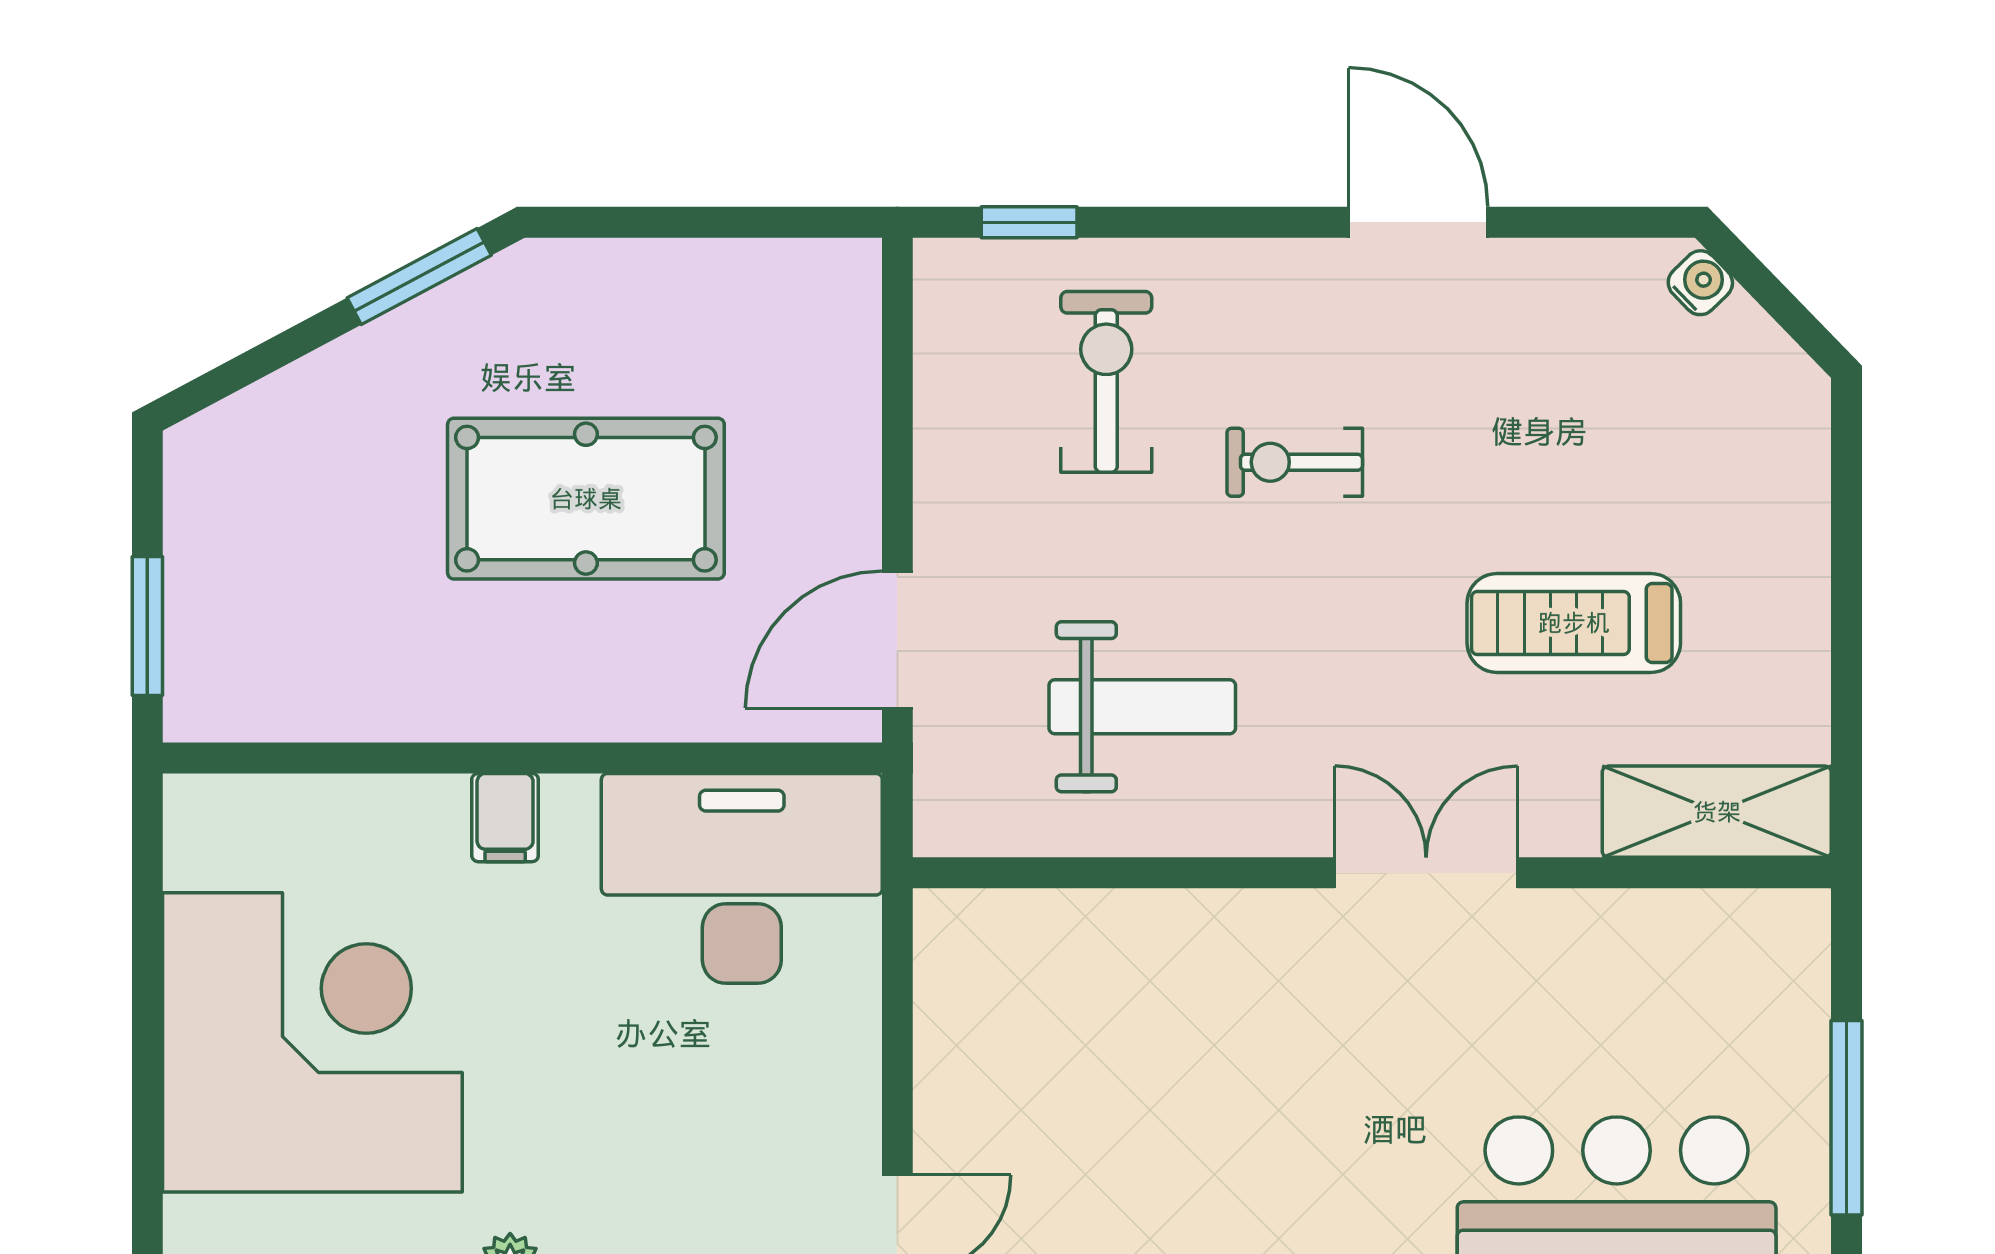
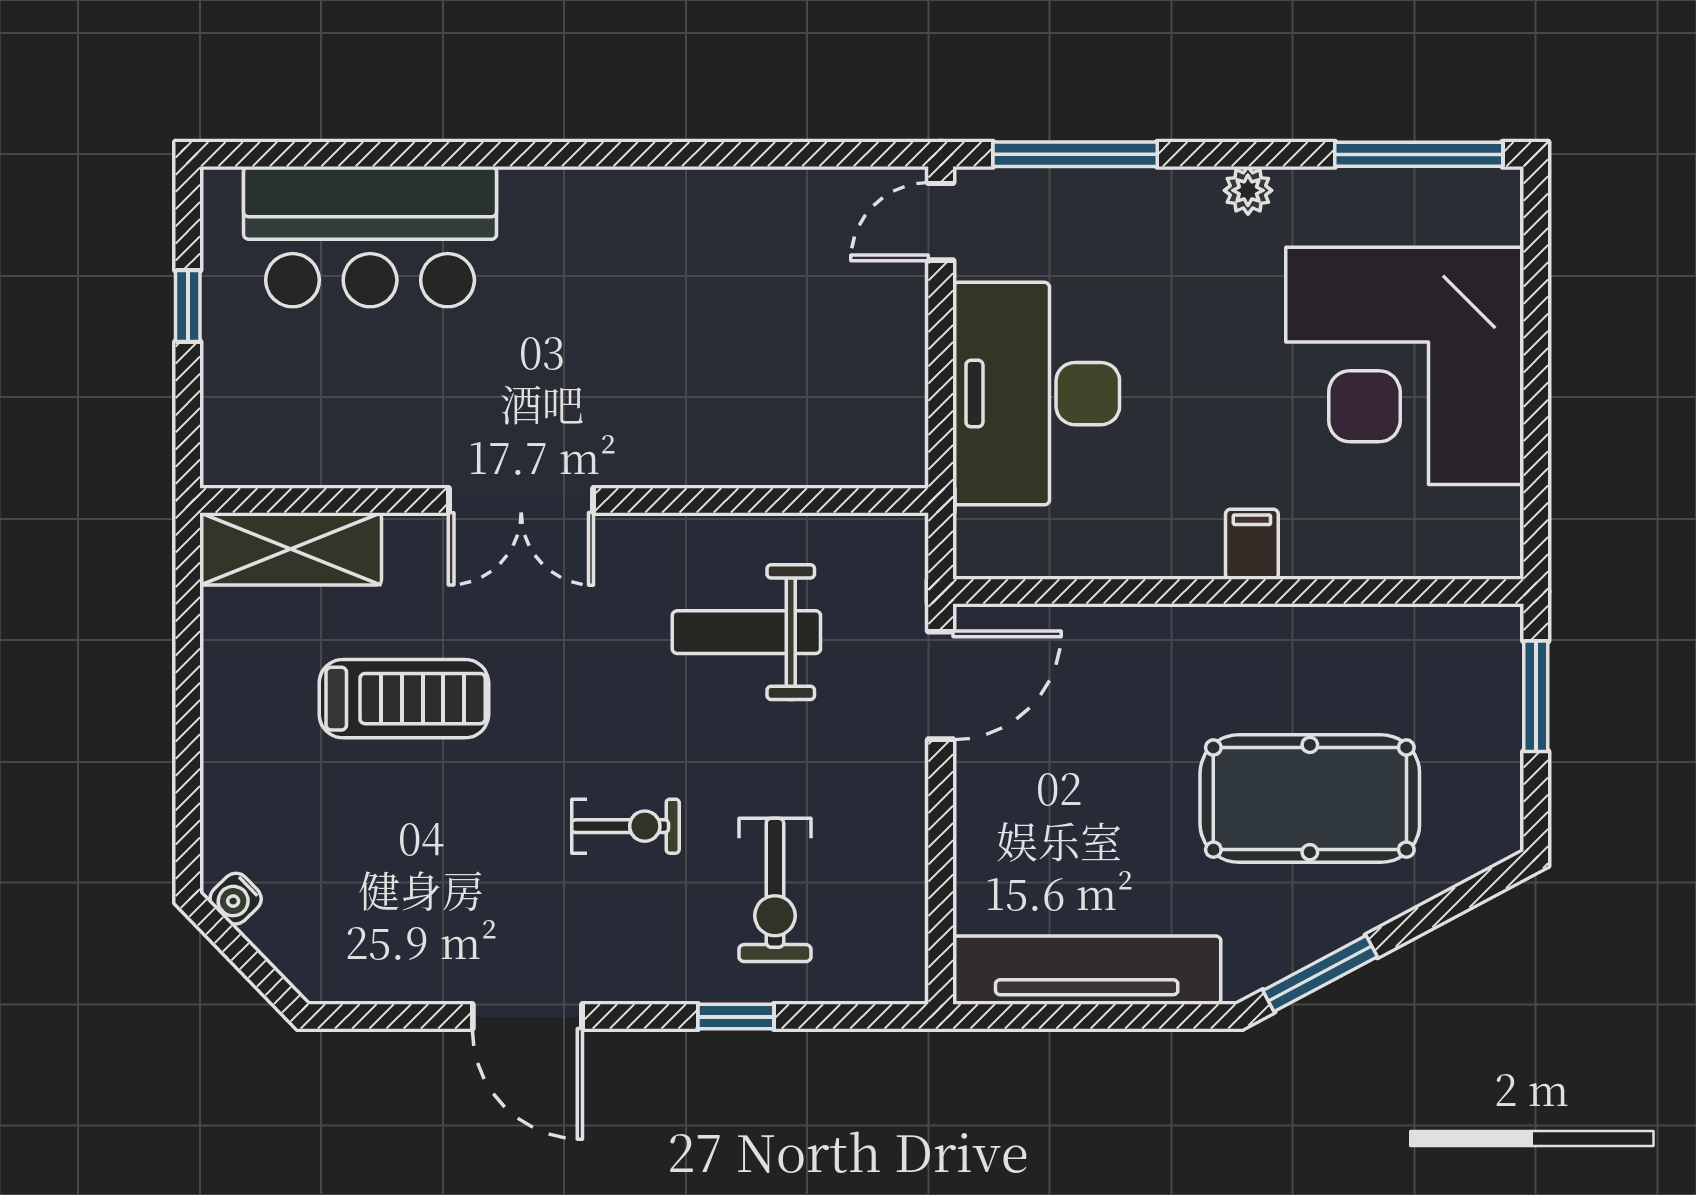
window: (1029, 222) -> (736, 1017), moved
tv unit: (713, 281) -> (1087, 970), added
water cooler: (1700, 283) -> (236, 899), moved
pool table: (586, 499) -> (1310, 799), moved
desk: (742, 878) -> (1036, 394), moved, turned 90
window: (1846, 1118) -> (188, 306), width x0.46

